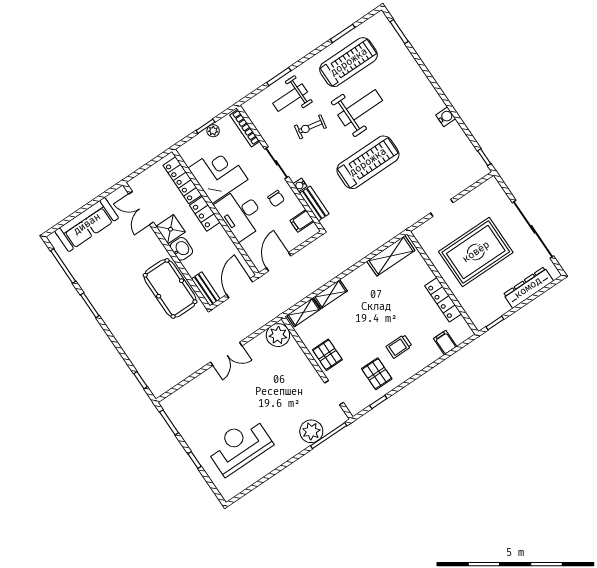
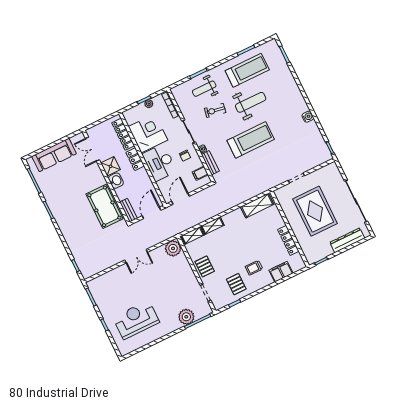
rug: (476, 252) -> (315, 211), turned 90
filing cabinet: (445, 342) -> (281, 272), width x2.00

